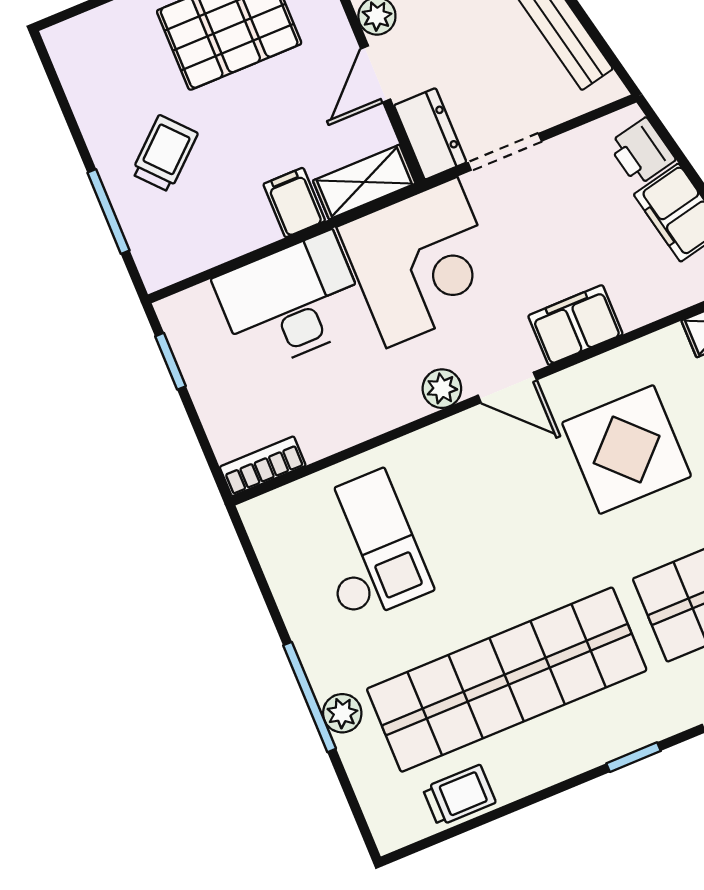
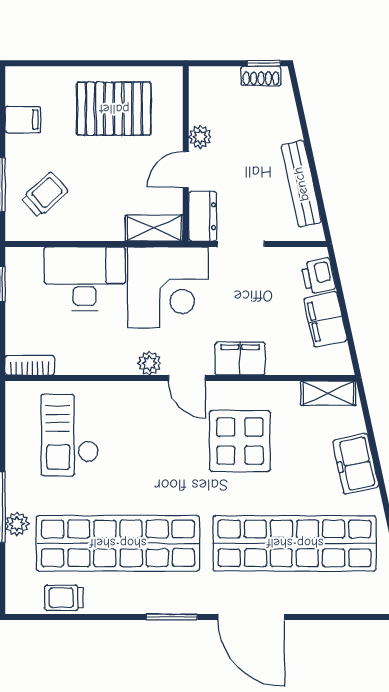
trolley: (165, 153) -> (45, 195), moved
filing cabinet: (294, 202) -> (23, 120), moved, turned 90
checkout: (366, 546) -> (70, 435), turned 180
window: (634, 757) -> (172, 617), width x1.50
trolley: (459, 795) -> (64, 598), turned 180

